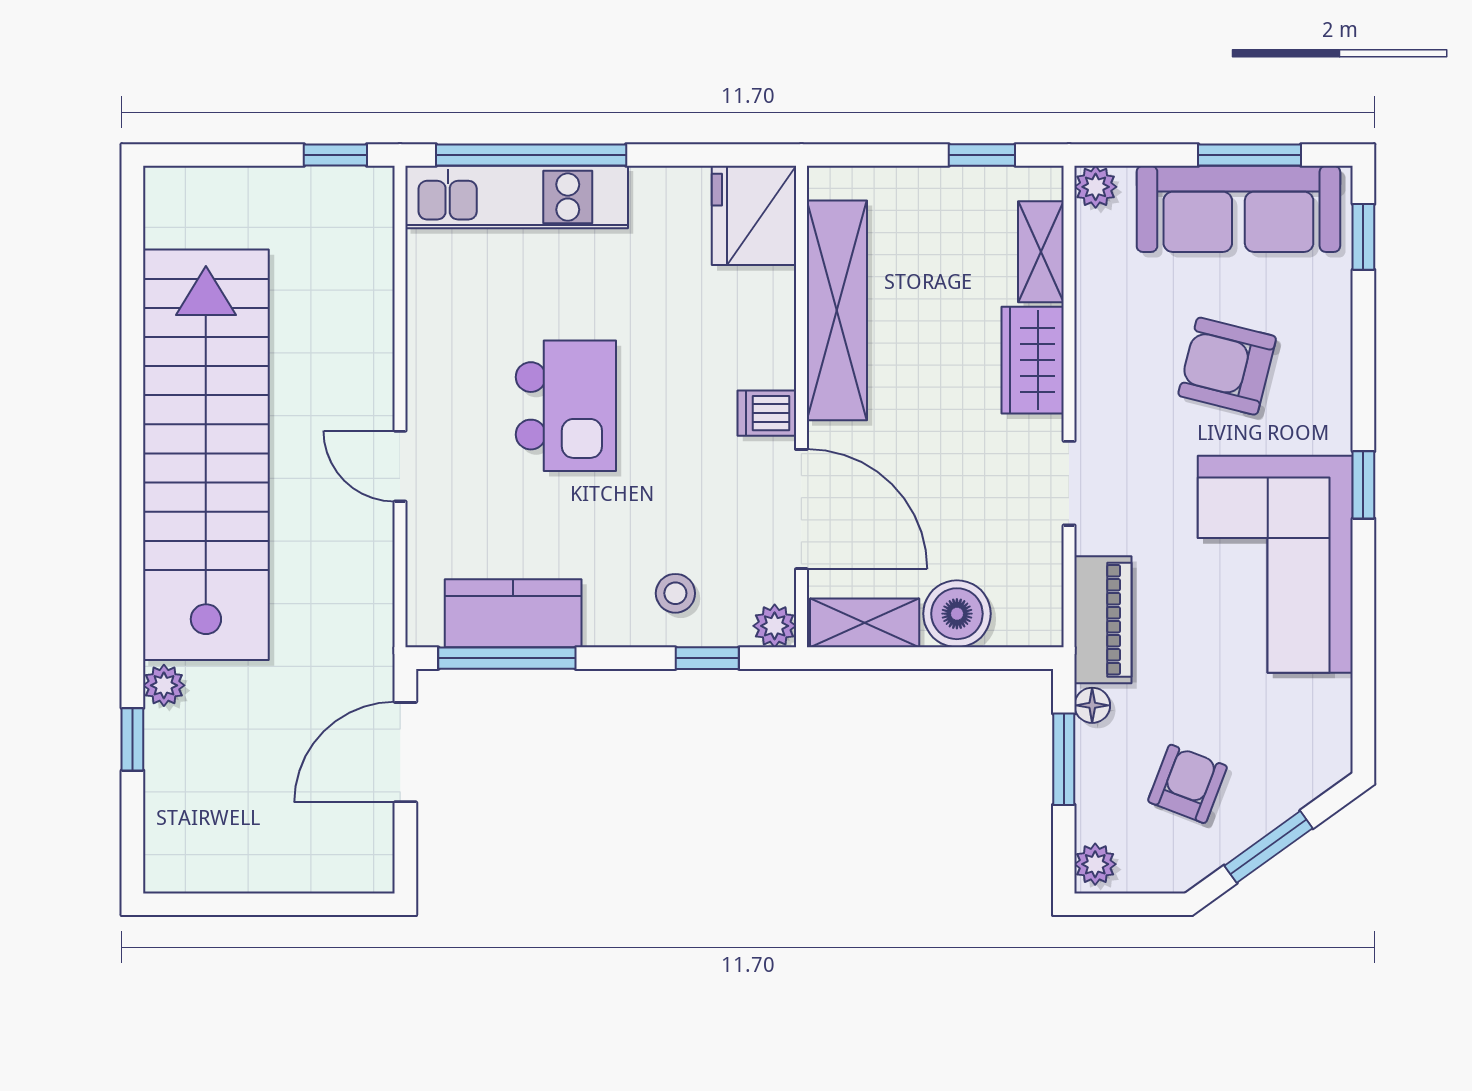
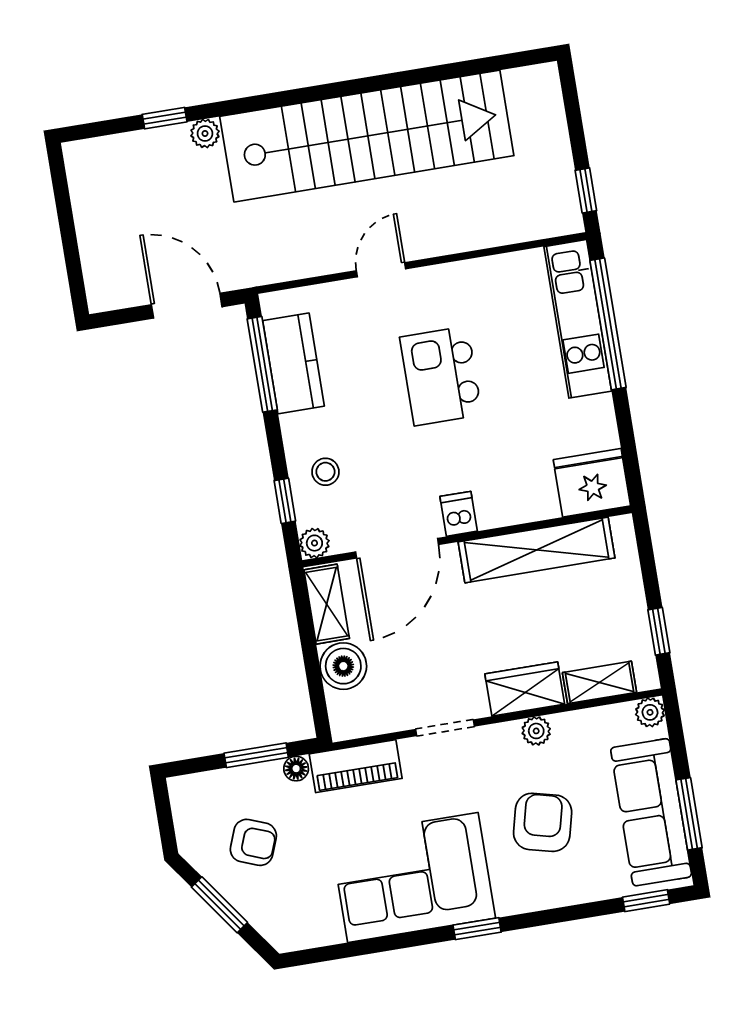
kitchen island: (566, 406) -> (441, 376), turned 90
plant: (1095, 864) -> (536, 731), moved

